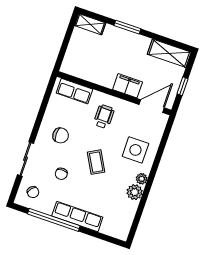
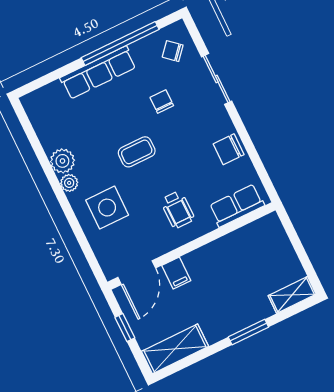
filing cabinet: (128, 86) -> (176, 273), width x0.50
chair: (61, 135) -> (229, 149), moved
coffee table: (96, 162) -> (137, 152), turned -61

